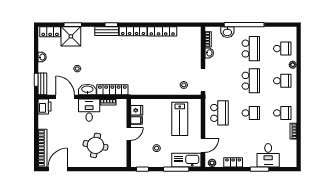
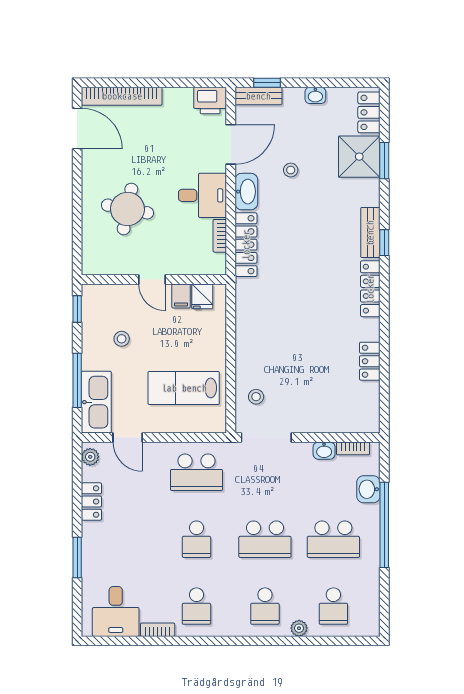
locker: (162, 31) -> (370, 361), width x0.66
desk: (268, 155) -> (116, 611), moved, turned -90

